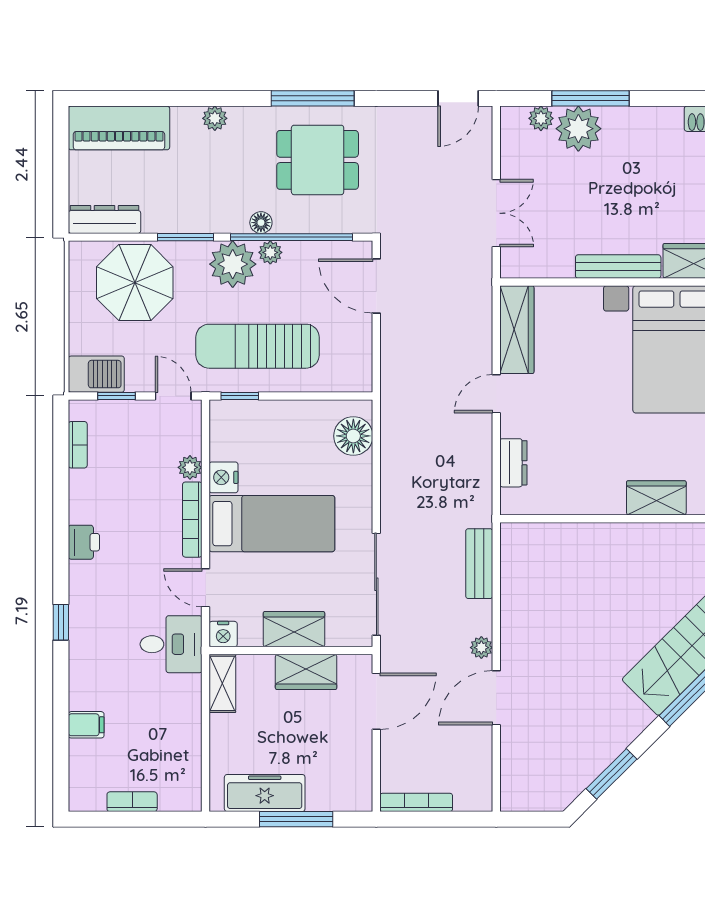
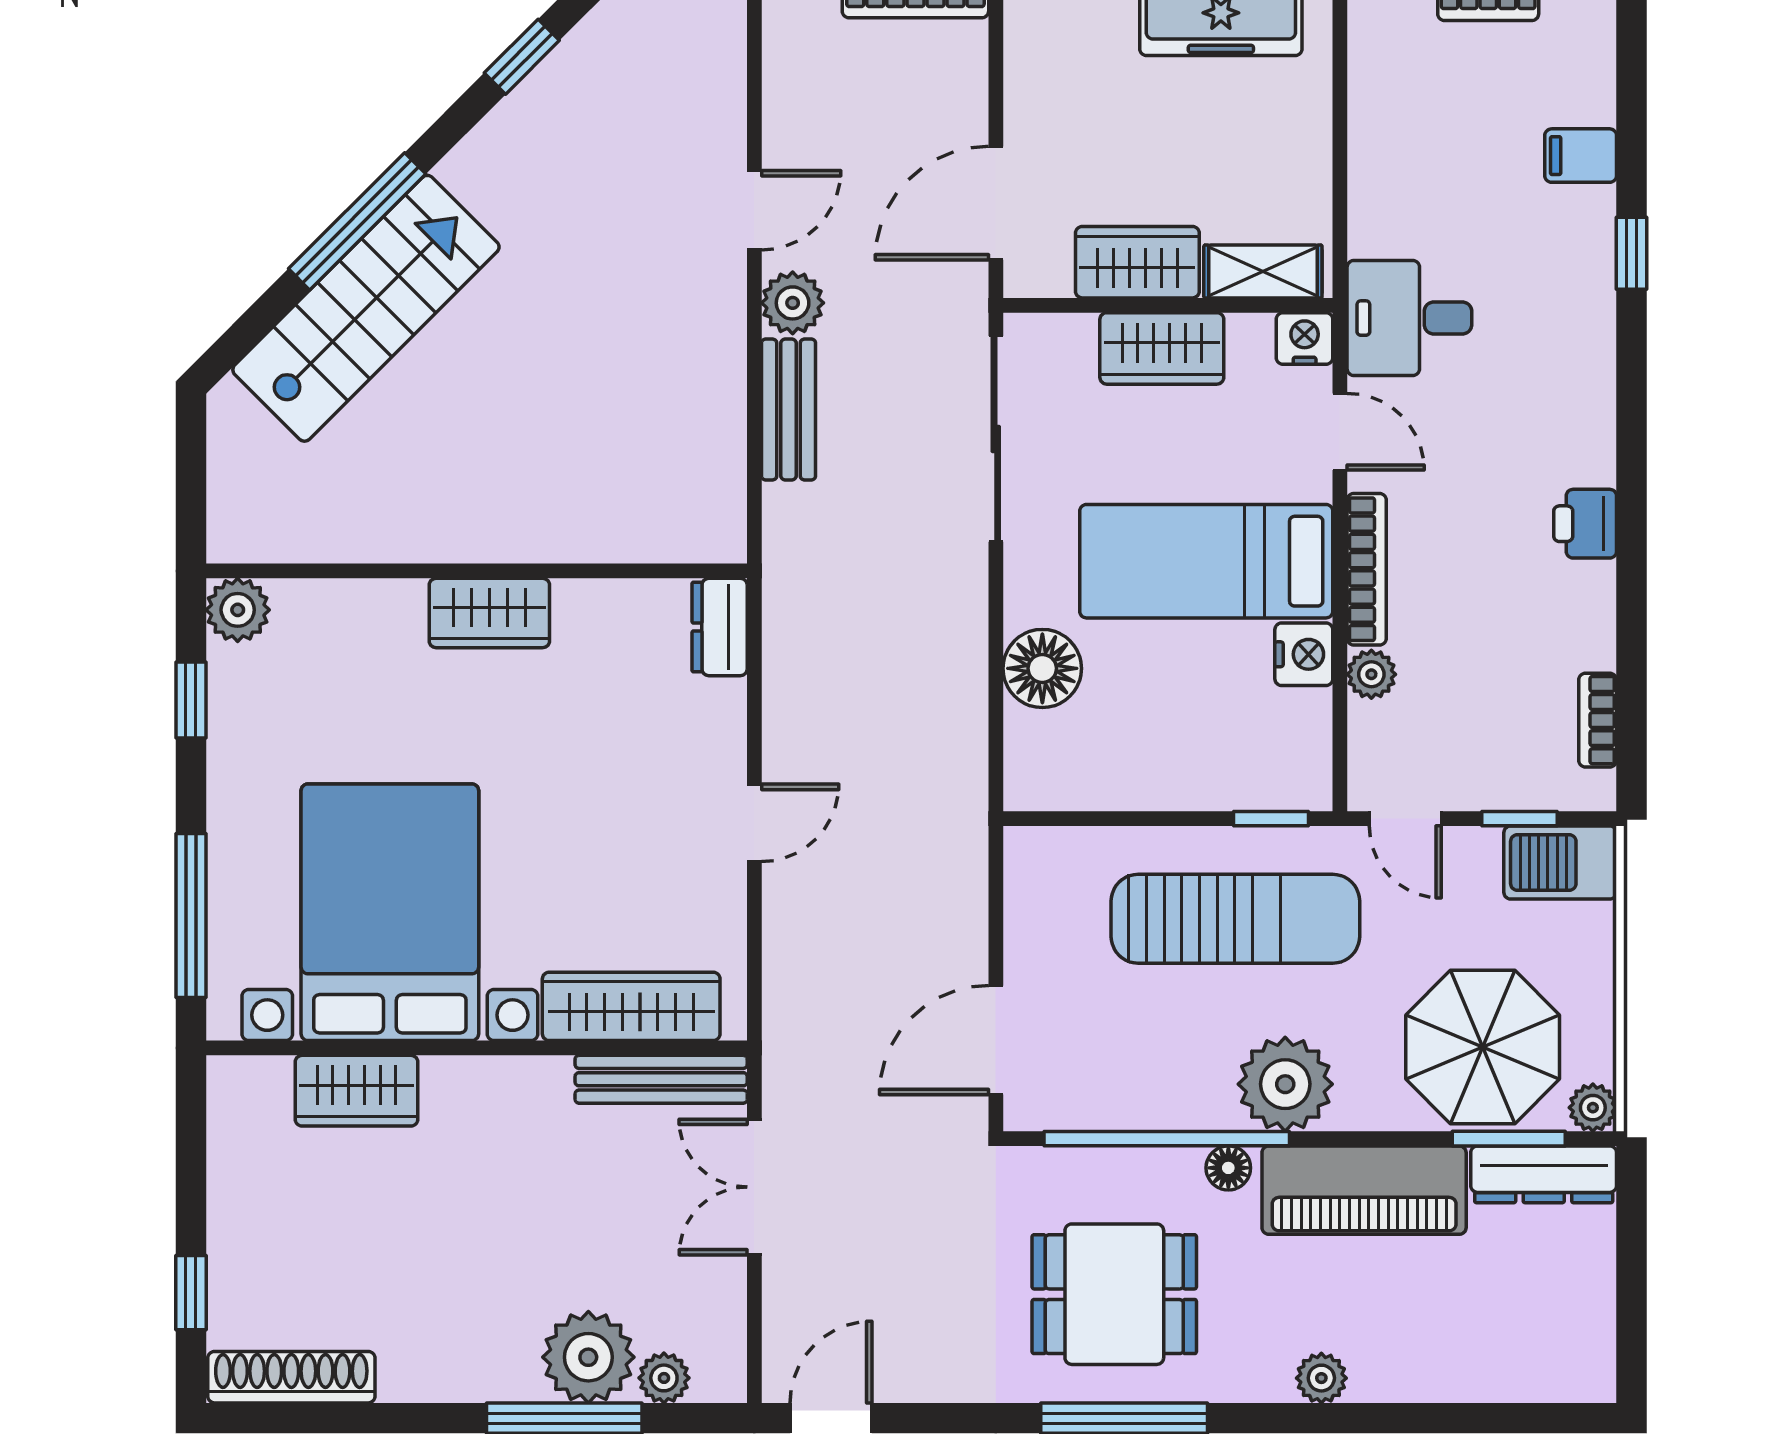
piano: (119, 128) -> (1364, 1190), moved, turned 180
window: (186, 237) -> (1509, 1139), moved
plant: (270, 252) -> (1593, 1108), moved
bench: (618, 267) -> (661, 1079), moved
door: (376, 286) -> (996, 1040), swing flipped
wardrobe: (517, 330) -> (631, 1006), moved, turned 90
floor lamp: (353, 436) -> (1042, 668), moved
dresser: (513, 463) -> (720, 627), moved
wardrobe: (656, 498) -> (489, 613), moved
bench: (479, 564) -> (789, 409), moved
window: (61, 622) -> (1632, 253), moved
plant: (481, 648) -> (793, 303), width x1.38, depth x1.38
shelving: (222, 683) -> (1263, 271), moved, turned 90
door: (496, 698) -> (754, 210), width x0.73
window: (611, 774) -> (522, 57), width x0.67

